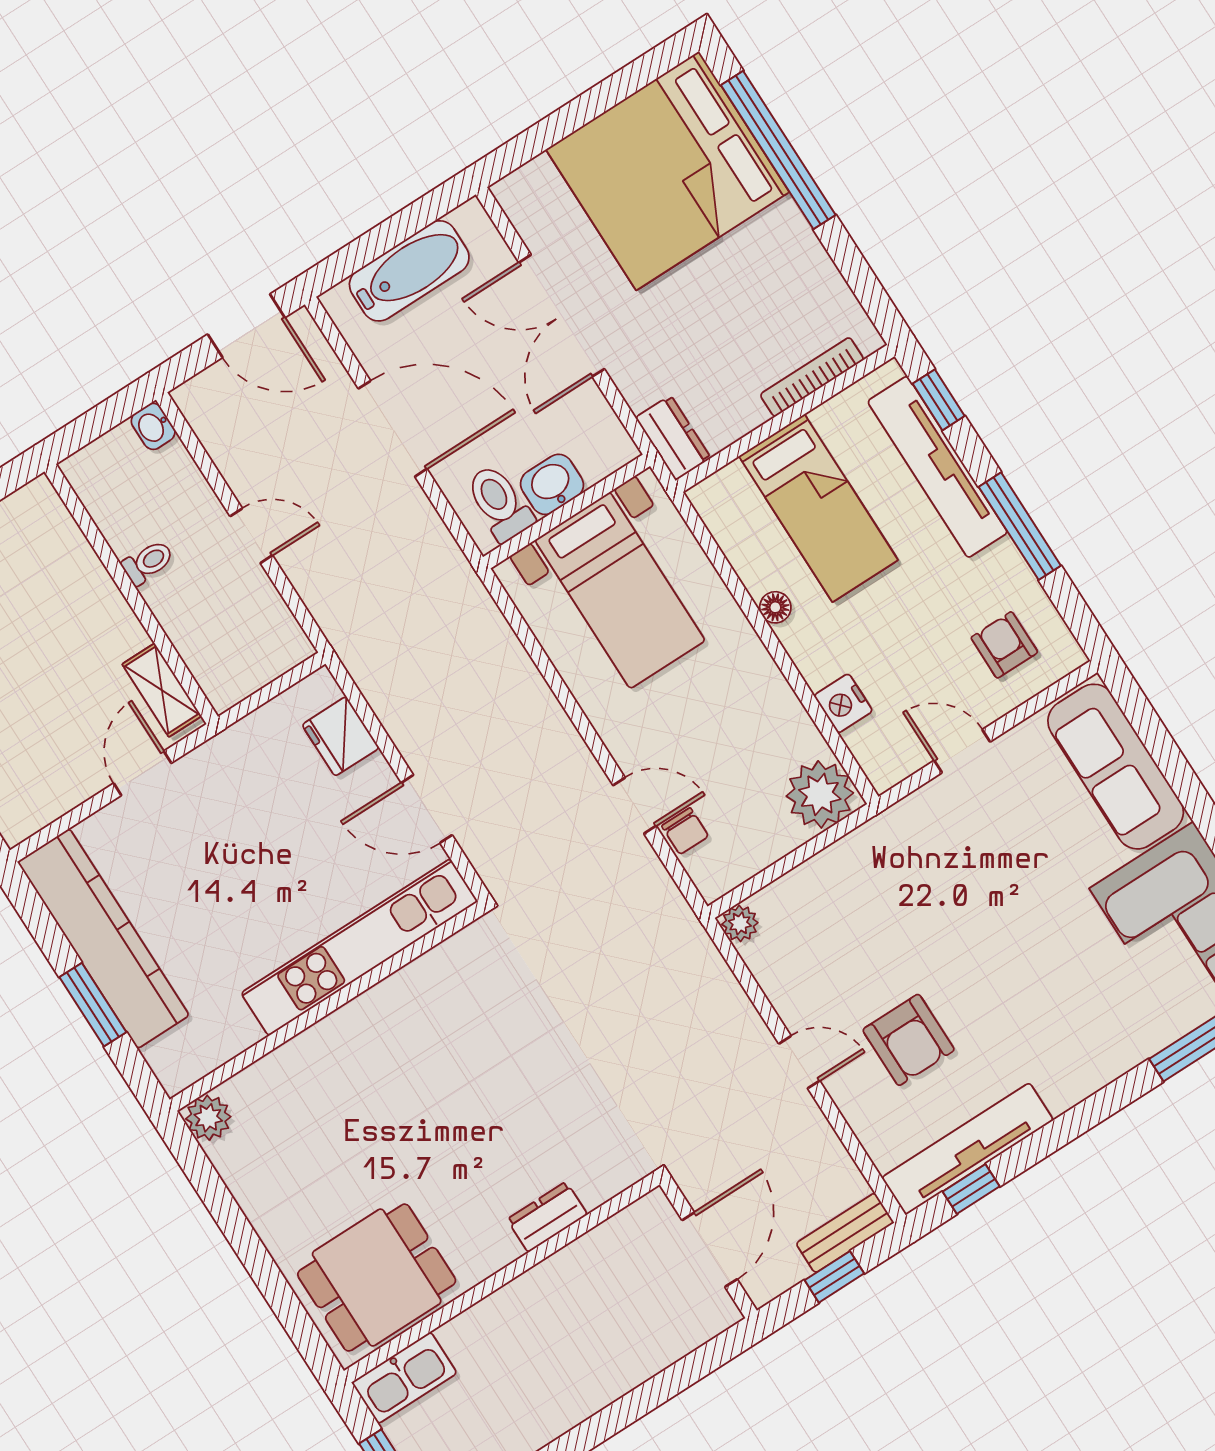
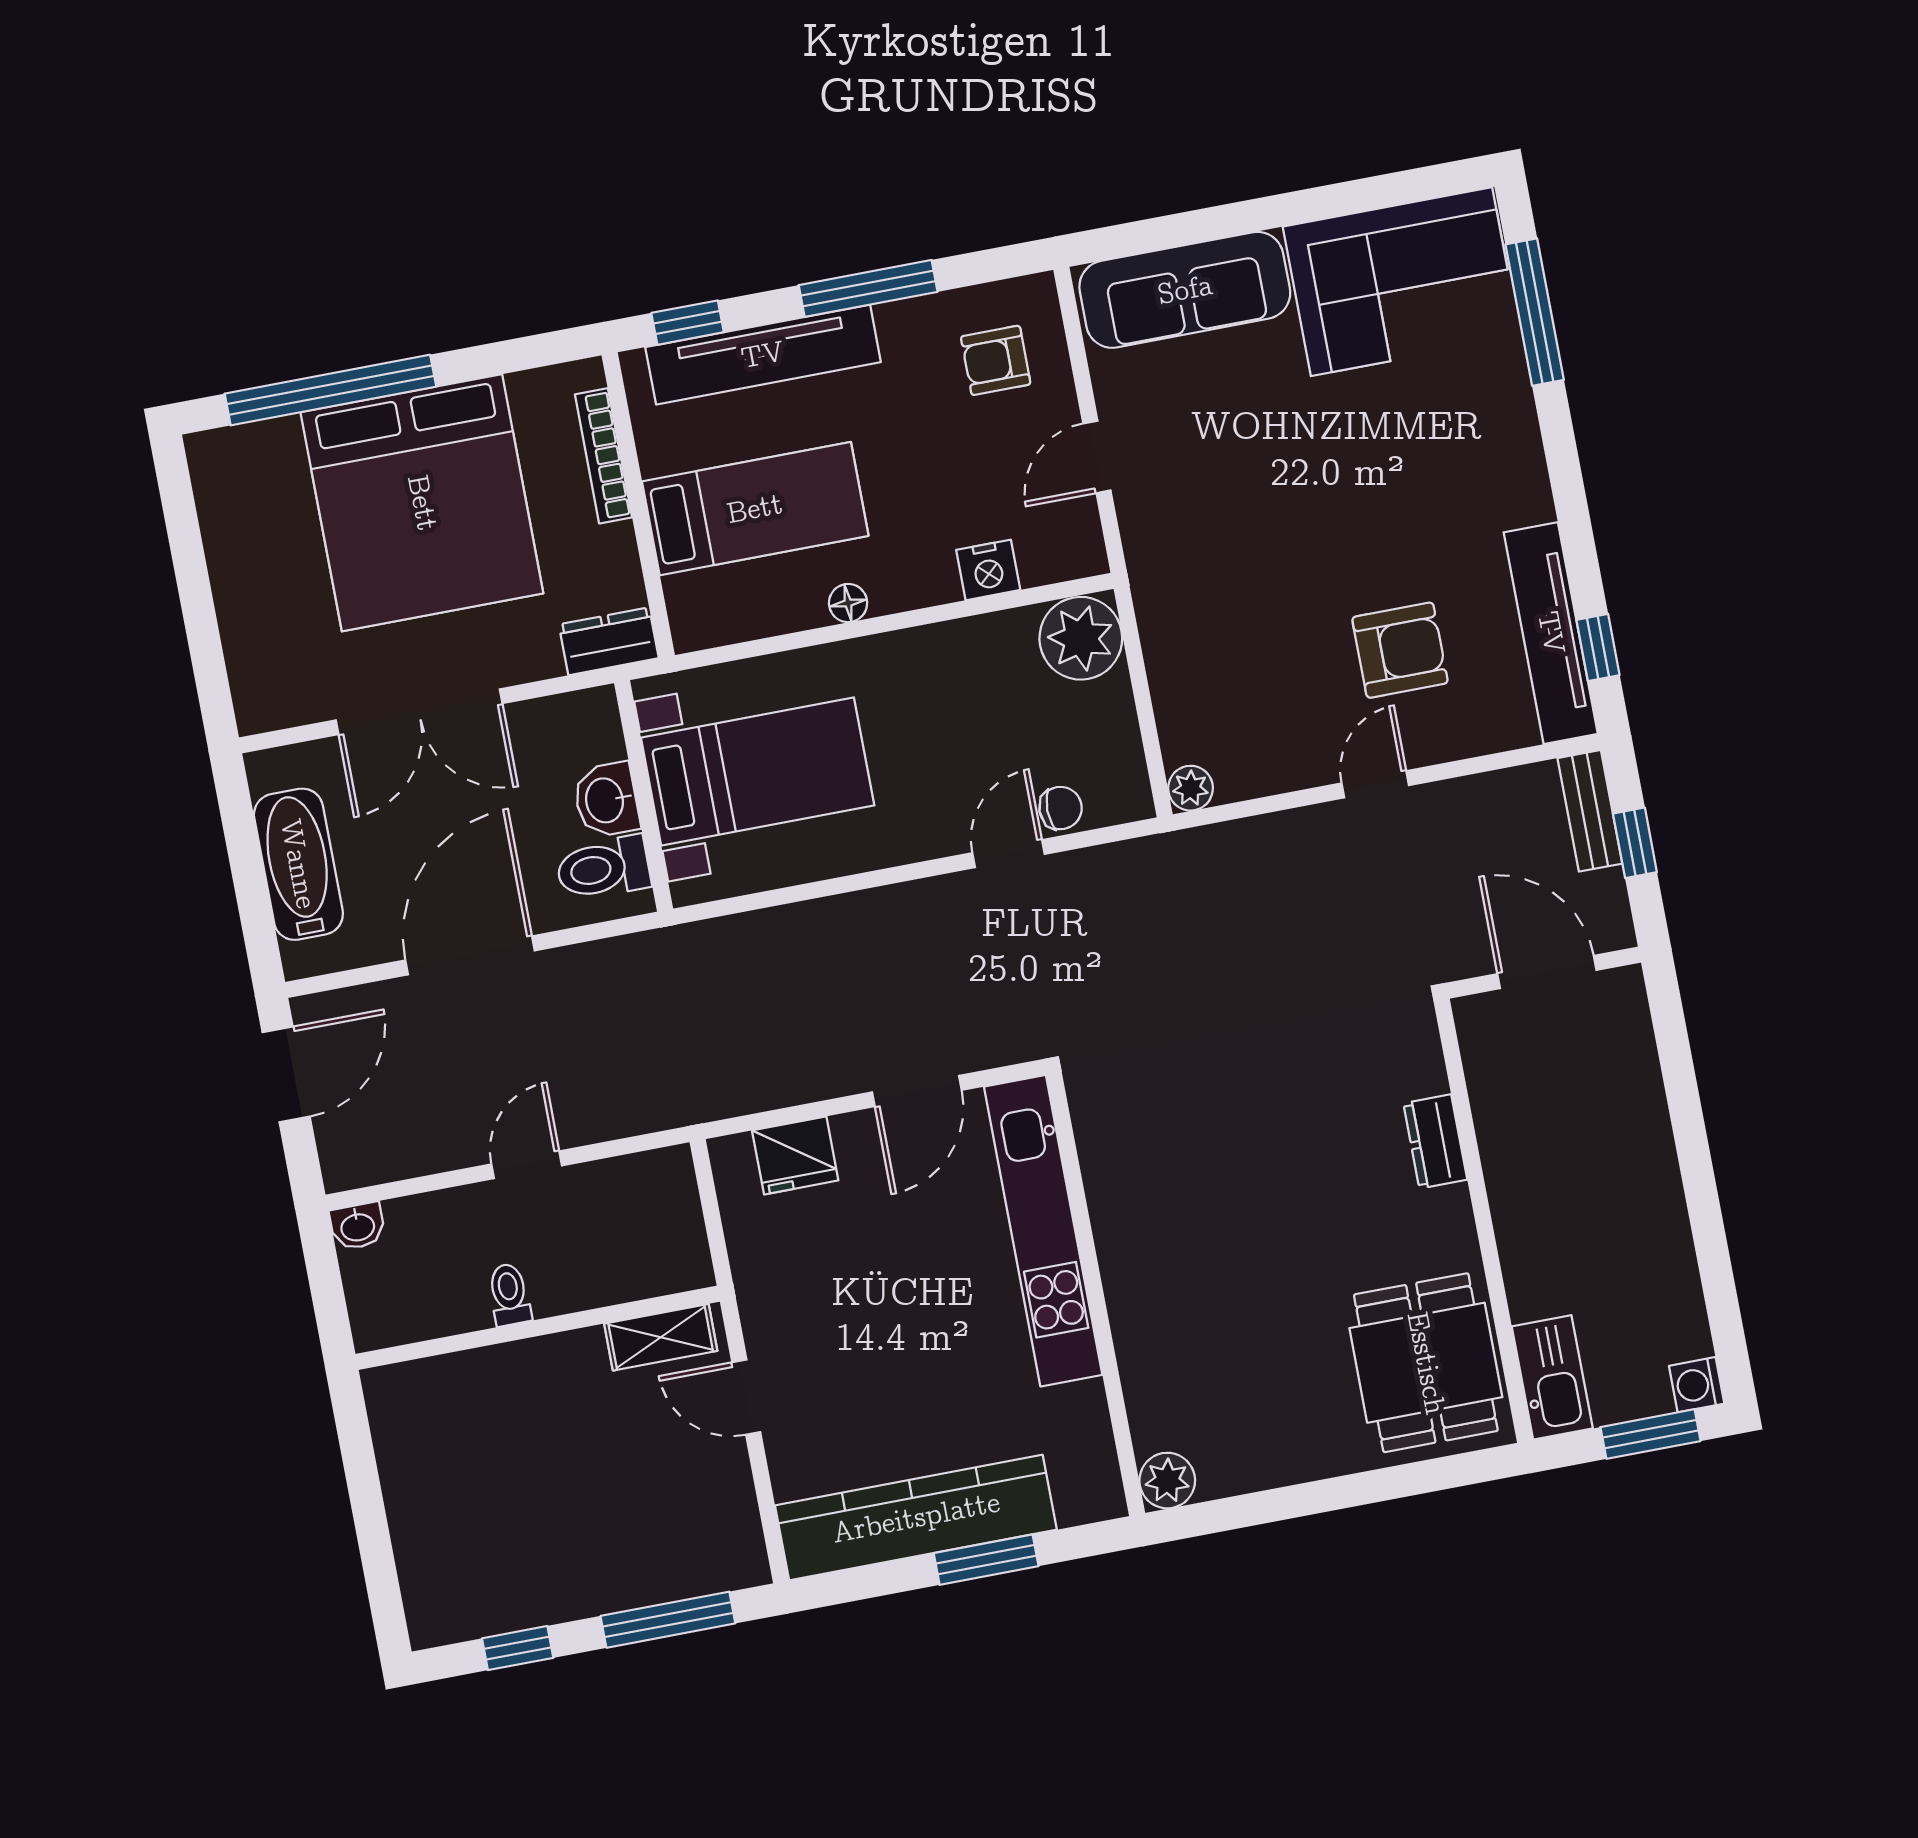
bed: (668, 171) -> (422, 503), moved

